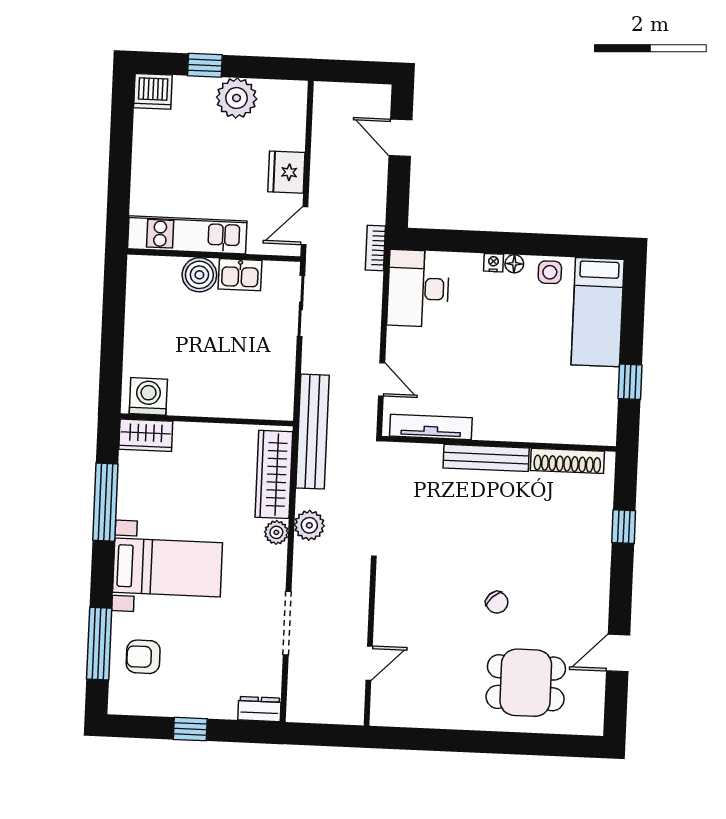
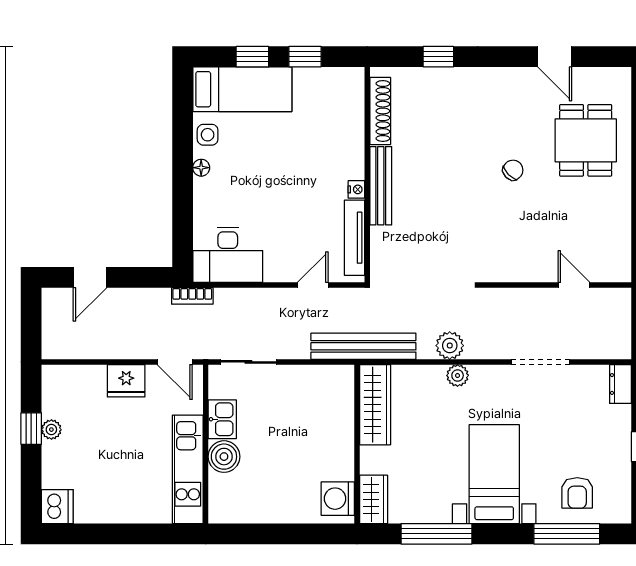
window: (205, 65) -> (31, 429), moved
plant: (237, 98) -> (51, 430), width x0.53, depth x0.53
nightstand: (493, 263) -> (356, 189), moved, turned 180
window: (632, 325) -> (252, 57), added
wardrobe: (274, 474) -> (375, 405), moved, turned -90

